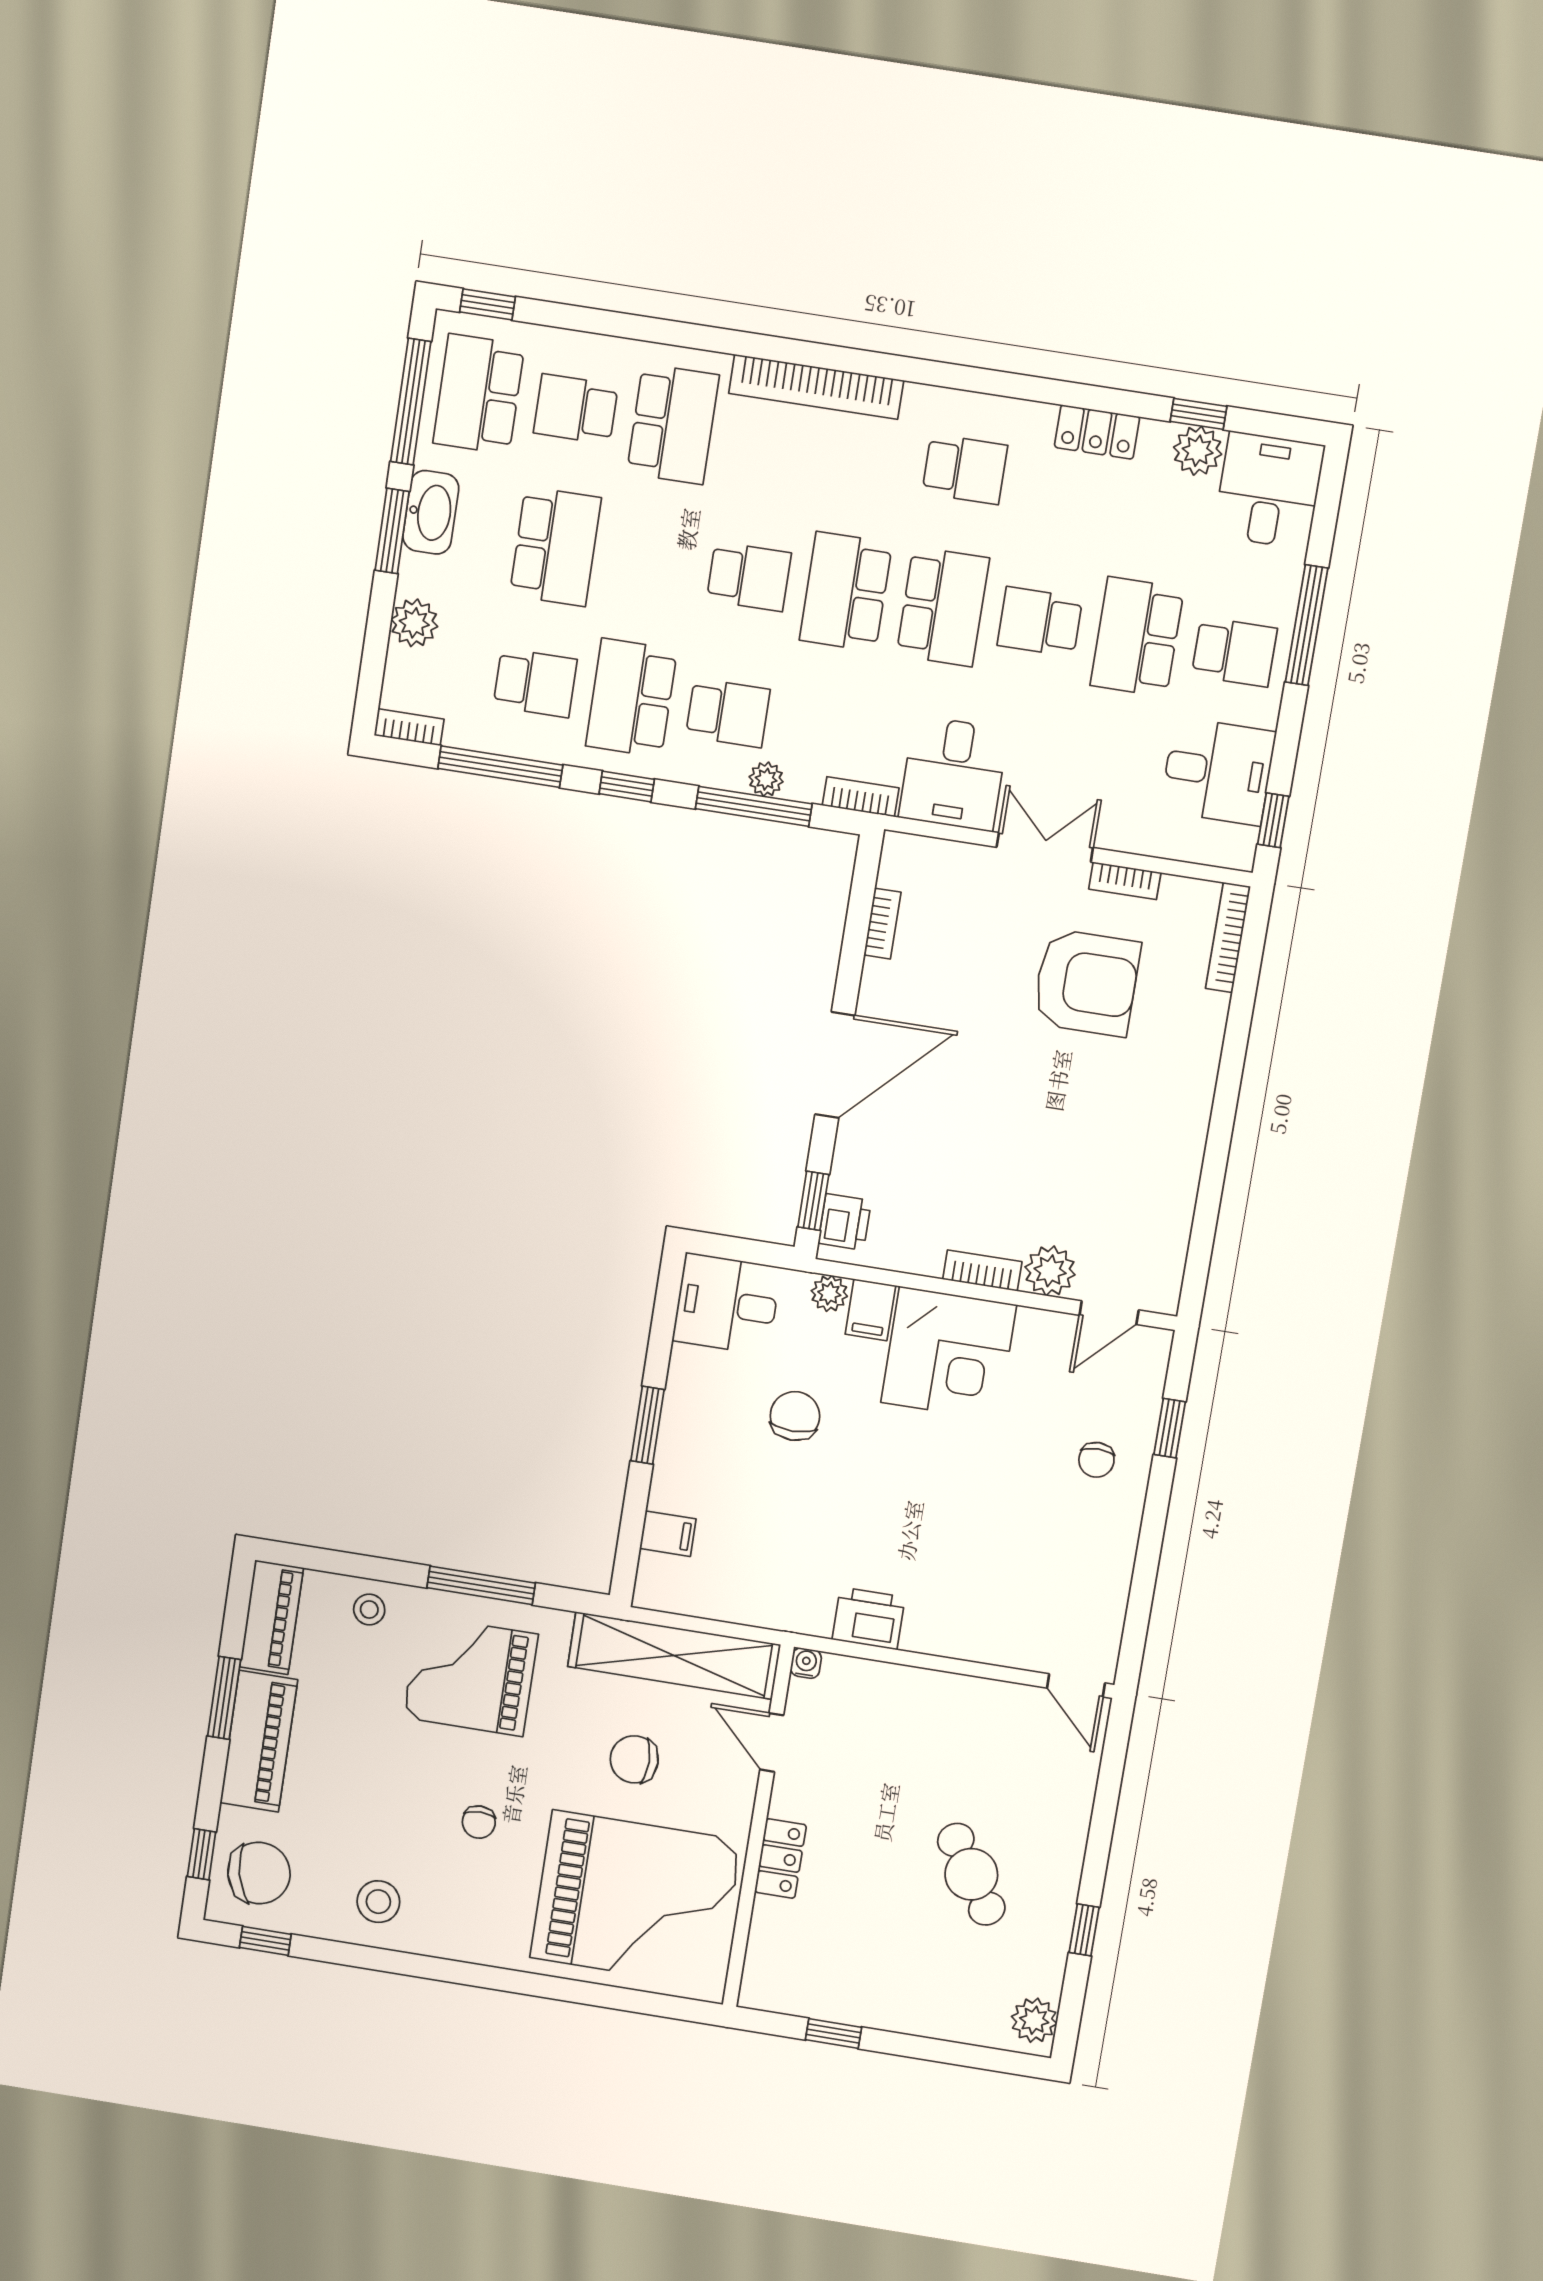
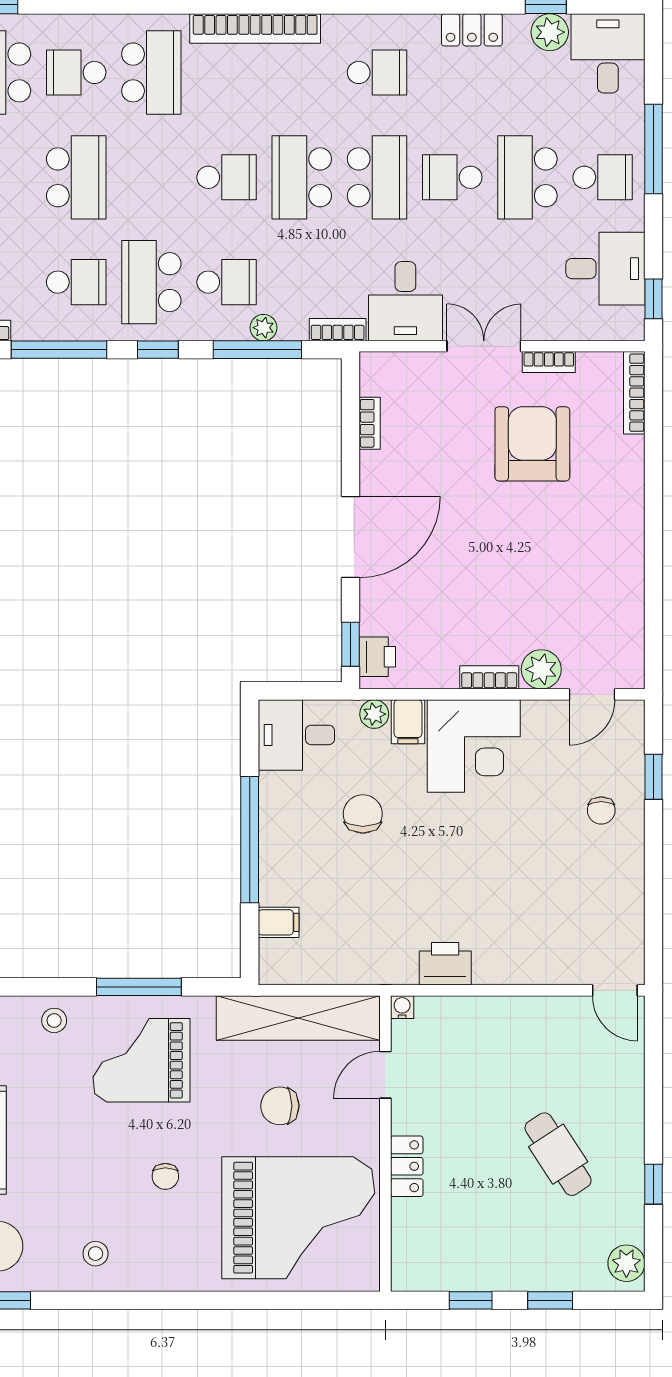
armchair: (1086, 983) -> (532, 444), turned -90
window: (647, 1425) -> (250, 840), width x2.11
door: (772, 1742) -> (385, 1075), hinge flipped
stool: (378, 1902) -> (96, 1254), width x0.73, depth x0.73
window: (932, 2050) -> (550, 1300), added

